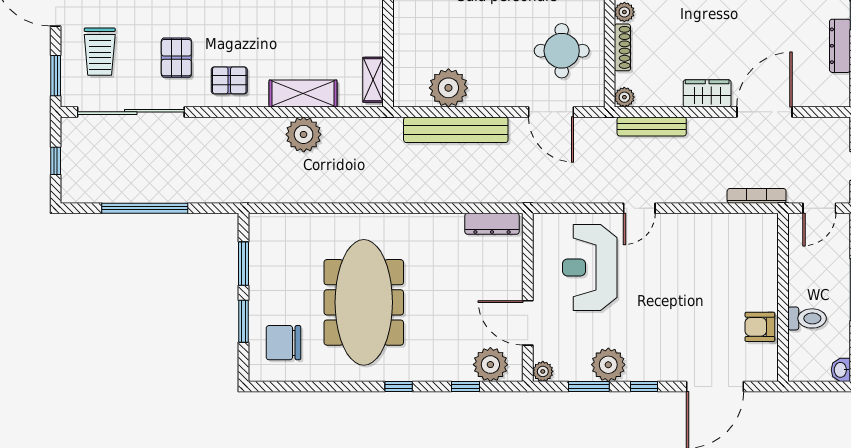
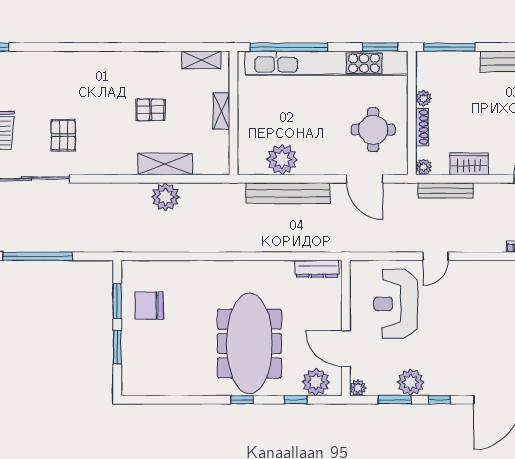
pallet: (229, 80) -> (150, 110), moved
shelving: (373, 80) -> (221, 111), moved
wardrobe: (707, 93) -> (469, 164), moved
meeting table: (364, 302) -> (249, 344), moved
chair: (284, 343) -> (149, 306), moved

